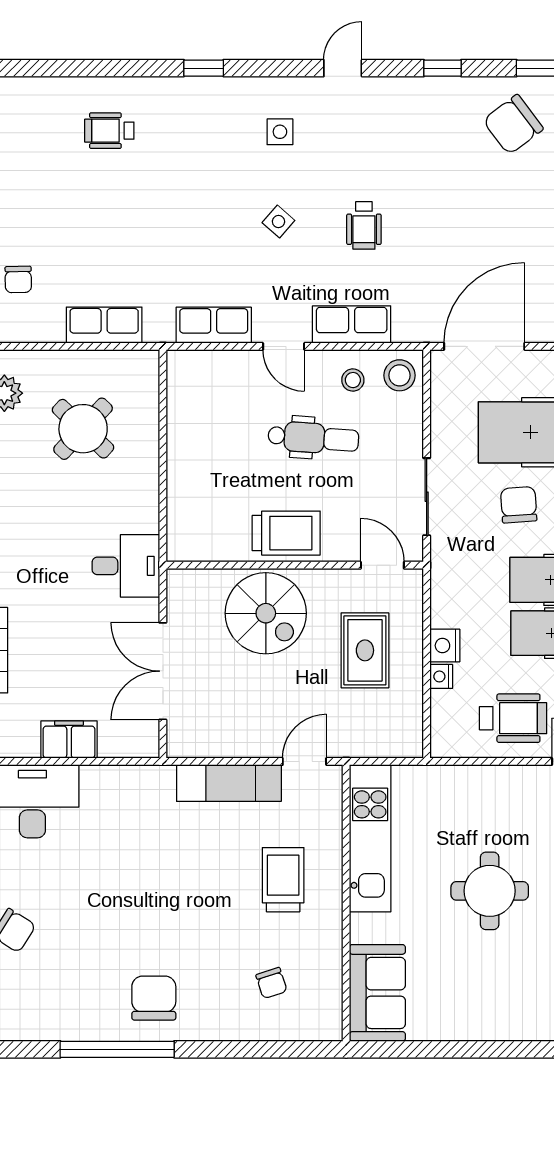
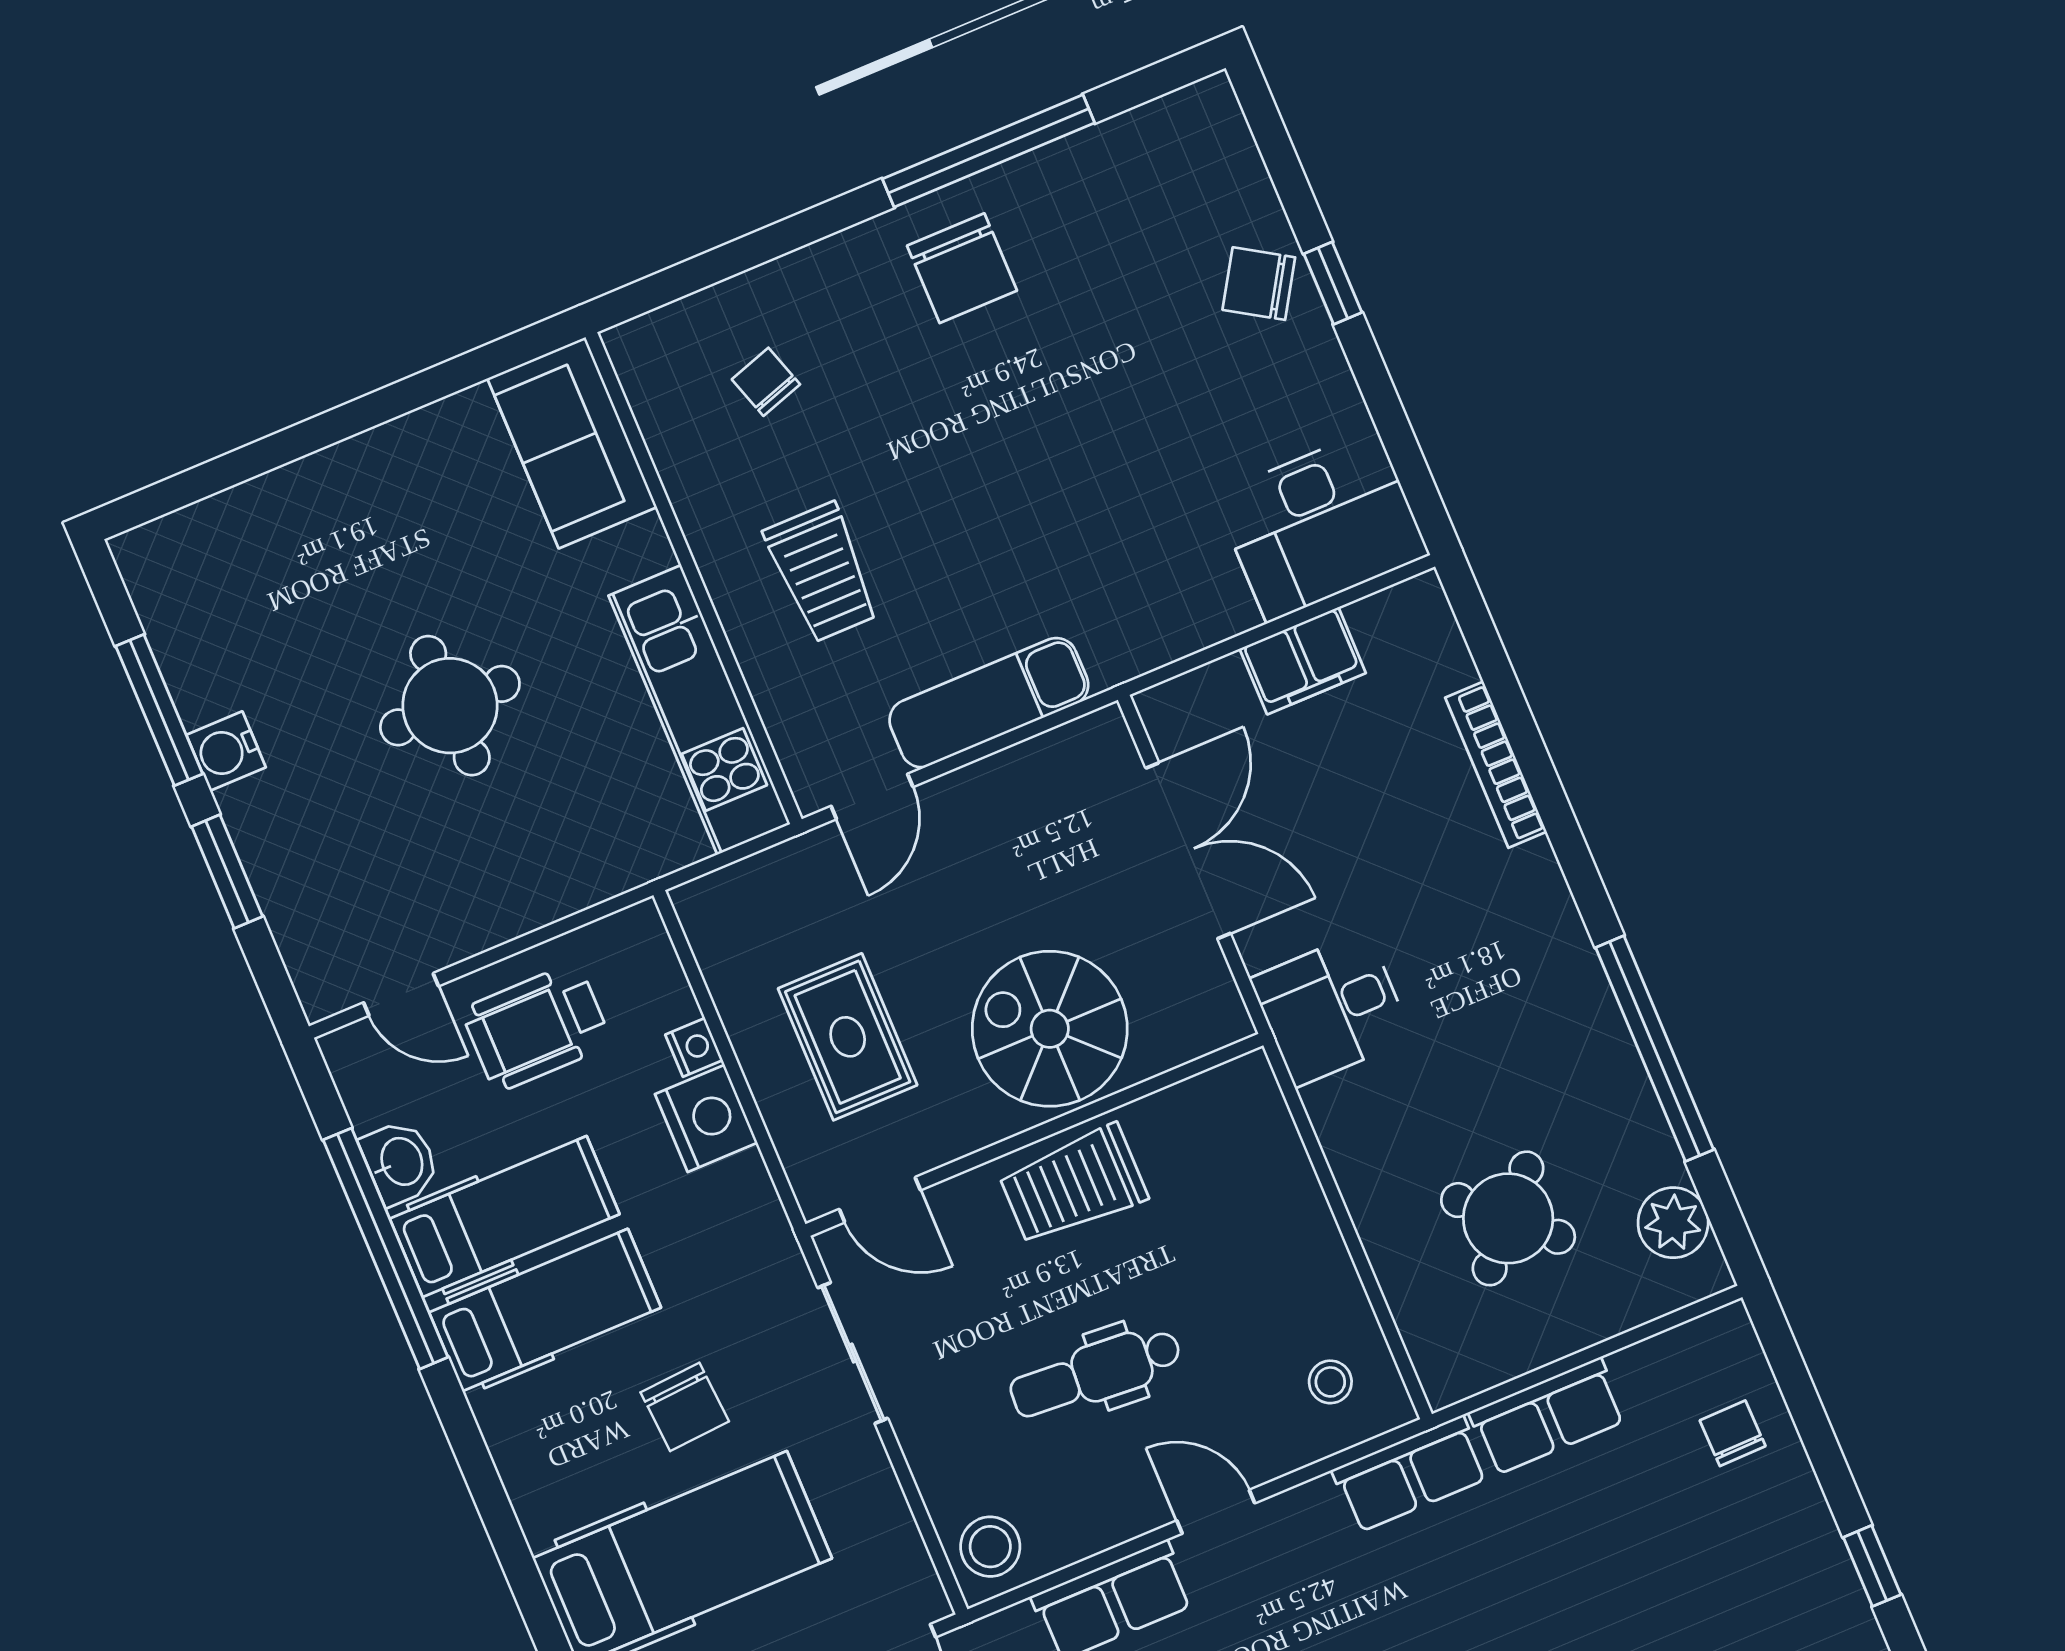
row of seats: (214, 325) -> (1410, 1474), moved
stool: (353, 380) -> (1330, 1382), moved
nightstand: (445, 646) -> (706, 1118), width x1.36, depth x1.33

